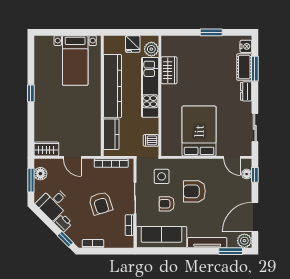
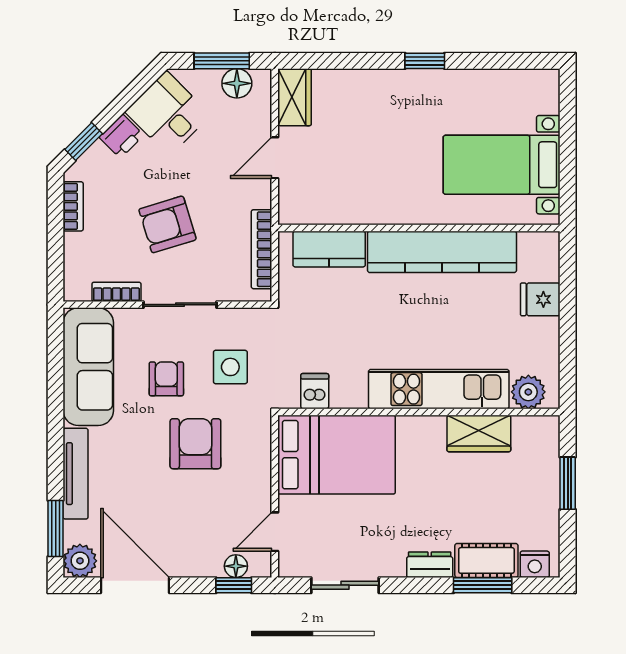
plant: (151, 49) -> (528, 392), moved
wardrobe: (169, 70) -> (479, 433), moved
kitchen unit: (150, 87) -> (439, 389), moved
wall: (160, 96) -> (419, 412), moved
dishwasher: (151, 140) -> (315, 391), moved

